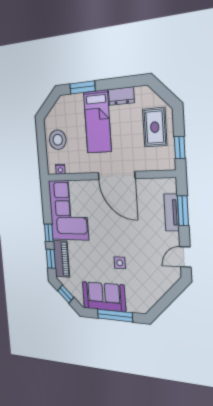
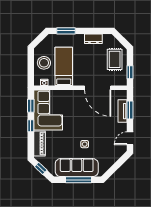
bed: (97, 122) -> (64, 66), moved, turned 180
door: (116, 176) -> (98, 88), moved
window: (51, 259) -> (31, 106), moved
sofa: (104, 297) -> (77, 168), width x1.36

